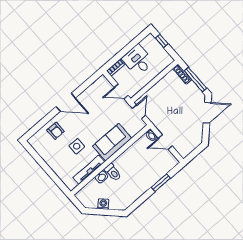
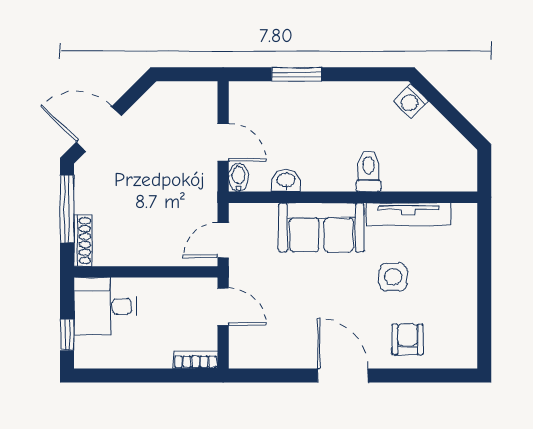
desk: (138, 60) -> (105, 306), moved, turned 90
washbasin: (101, 177) -> (286, 181), moved
washing machine: (103, 204) -> (411, 101), moved

